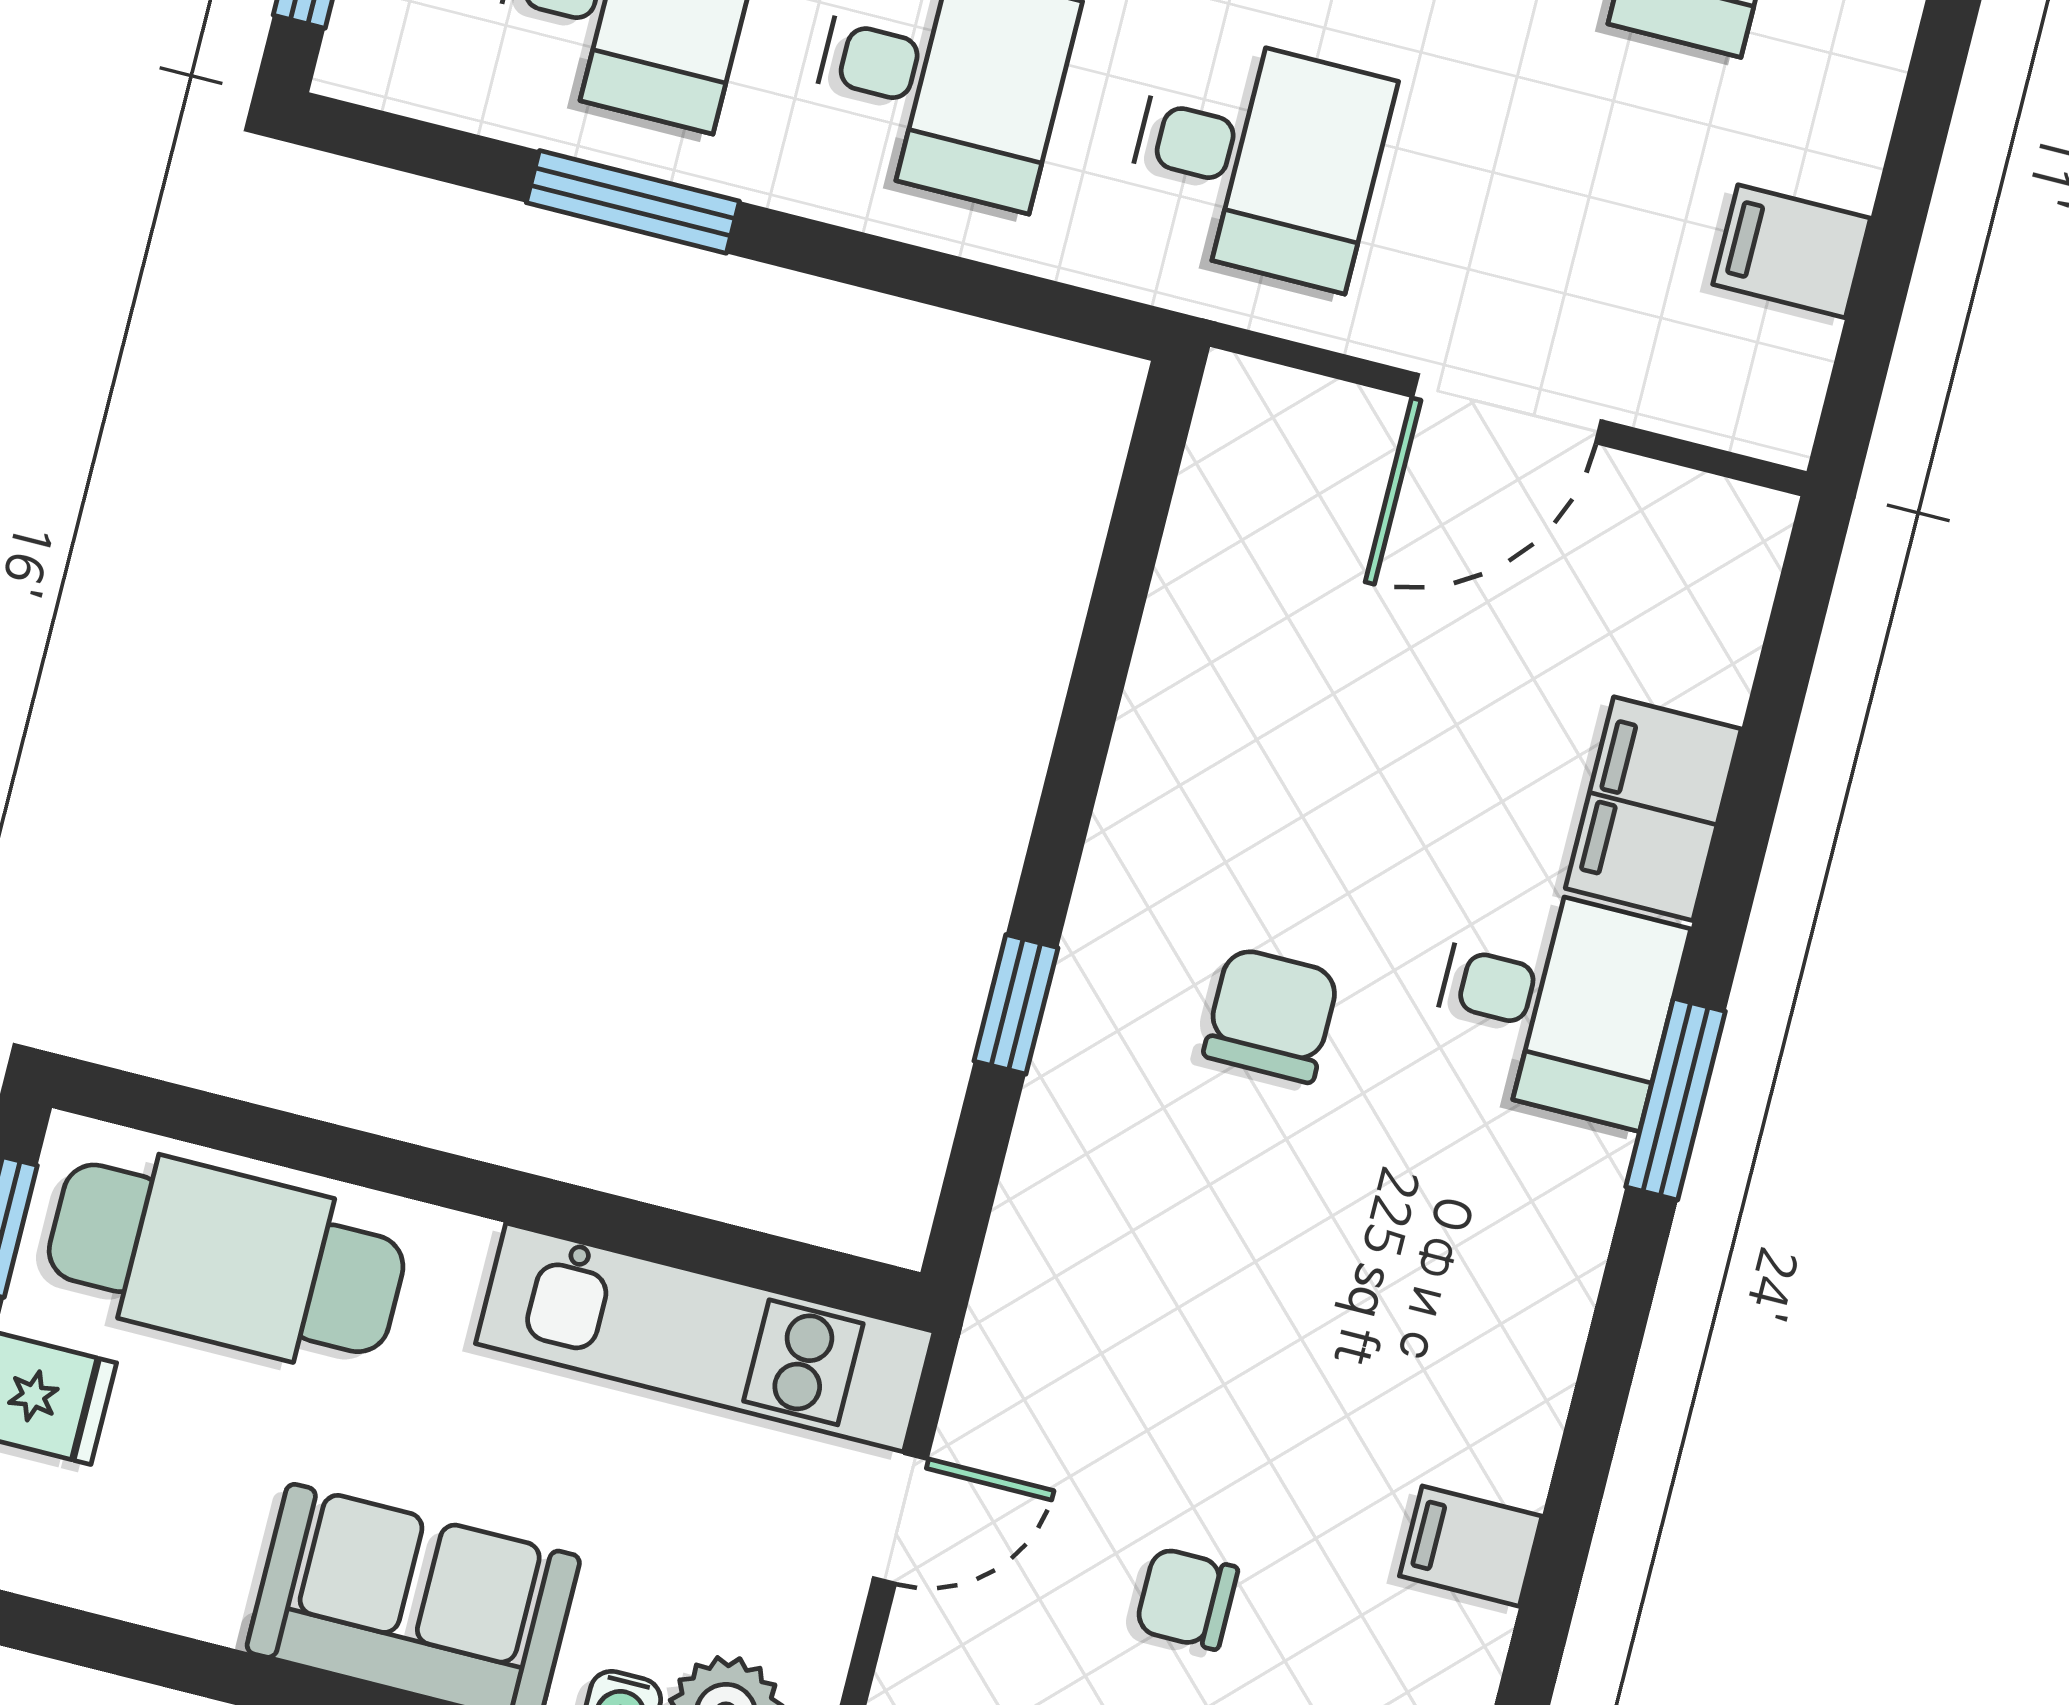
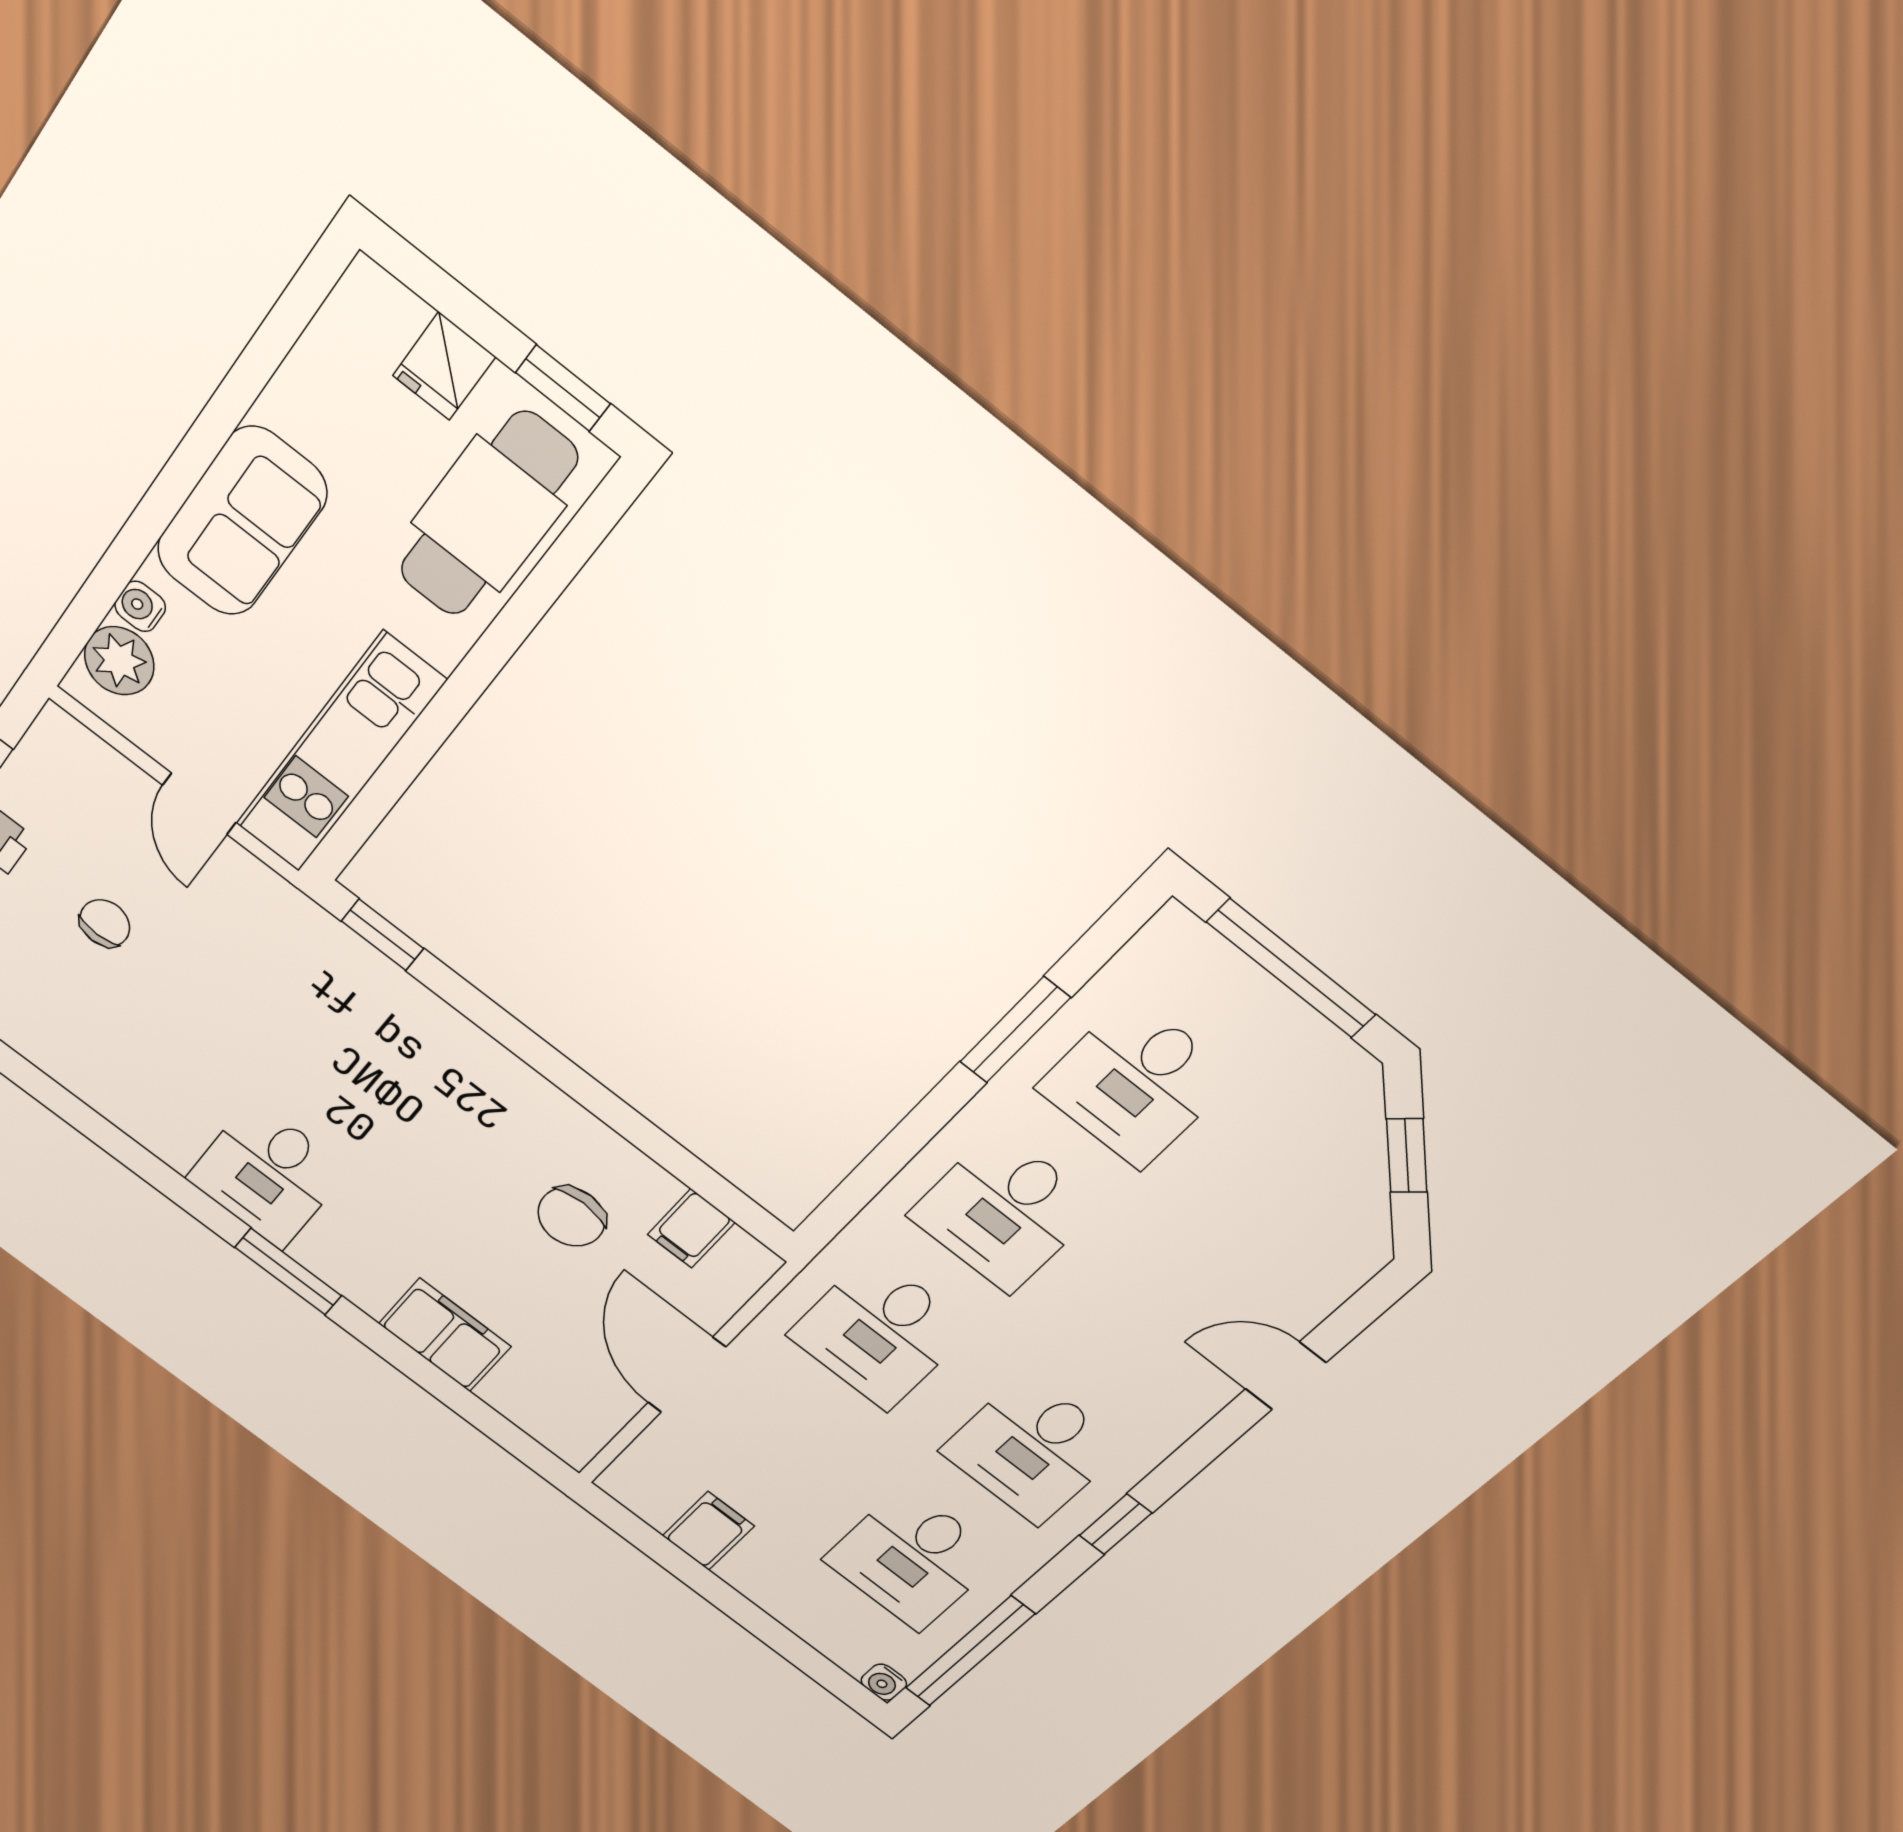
desk: (1556, 1003) -> (267, 1174), moved
window: (1016, 1004) -> (382, 935), moved
chair: (1271, 1015) -> (571, 1217), moved, turned 90
filing cabinet: (1471, 1546) -> (691, 1228), moved, turned 180

